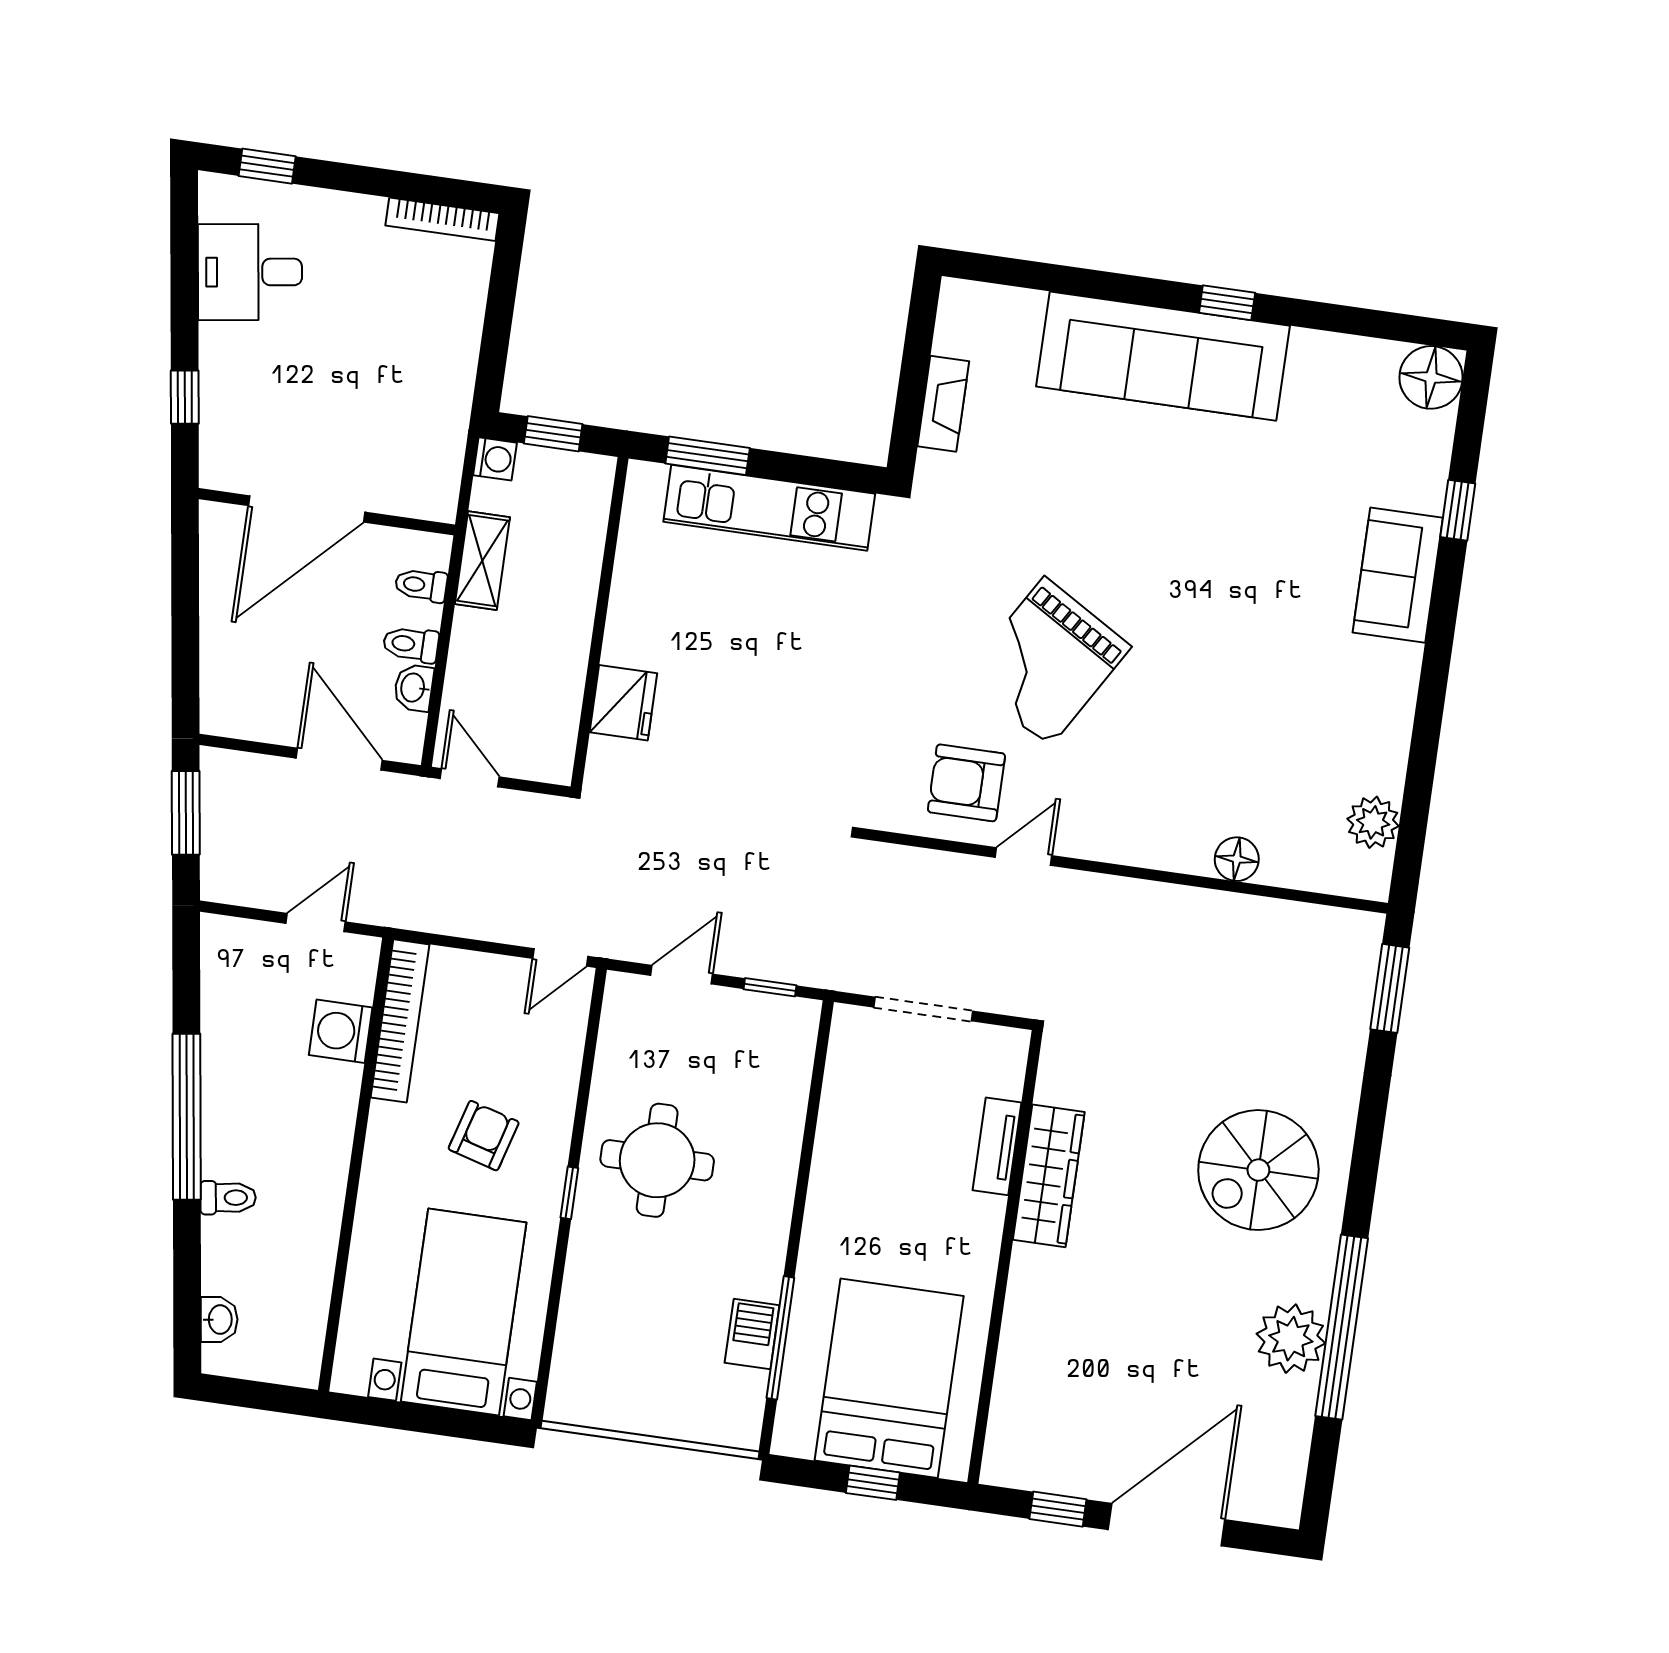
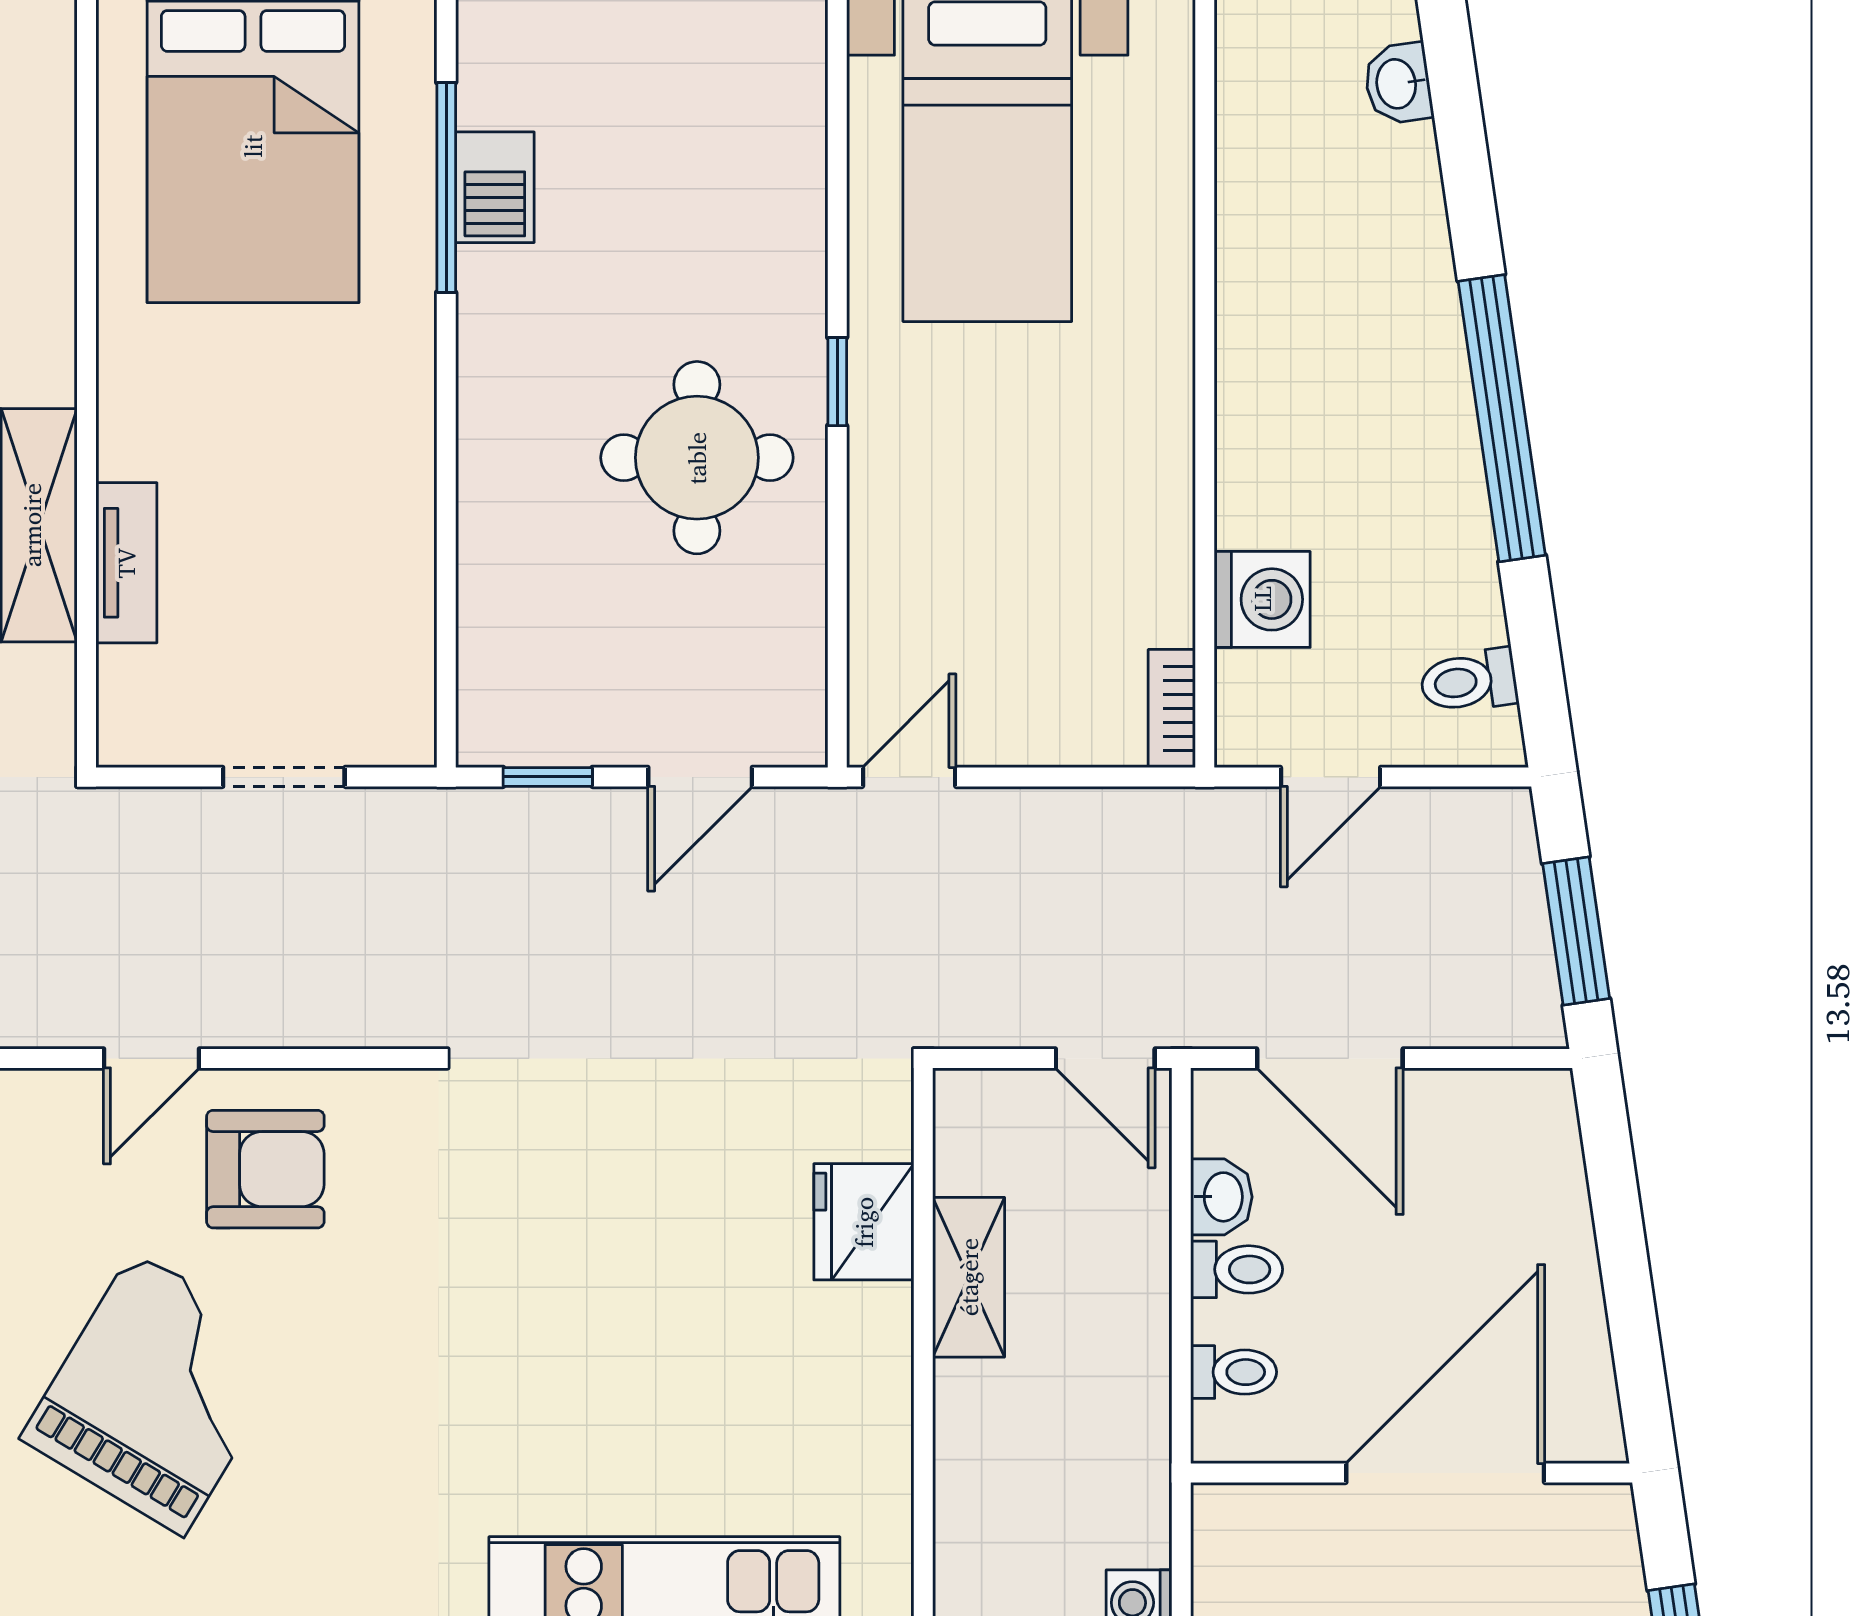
shelving: (482, 561) -> (969, 1277), moved
doorway: (923, 1009) -> (284, 777), width x0.73
bookcase: (400, 1021) -> (1172, 708), width x0.43, depth x0.76
armchair: (484, 1136) -> (996, 458), removed
toilet: (228, 1198) -> (1469, 681), moved

